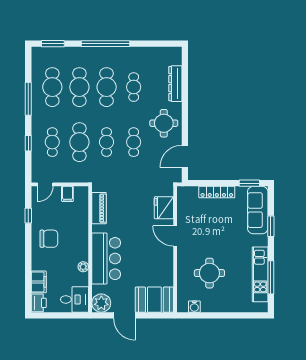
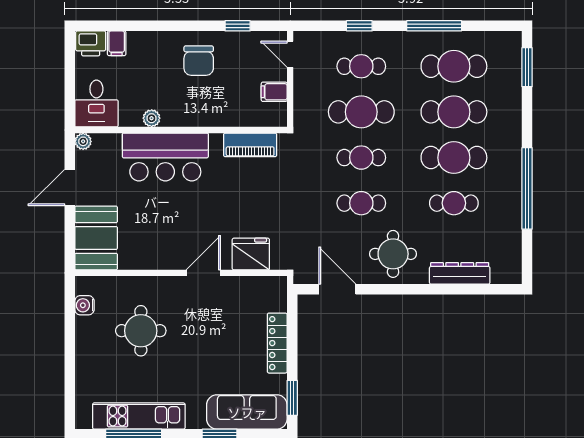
window: (105, 44) -> (527, 188), moved
filing cabinet: (39, 282) -> (117, 43), width x0.50
plant: (101, 303) -> (83, 141), width x0.53, depth x0.53

